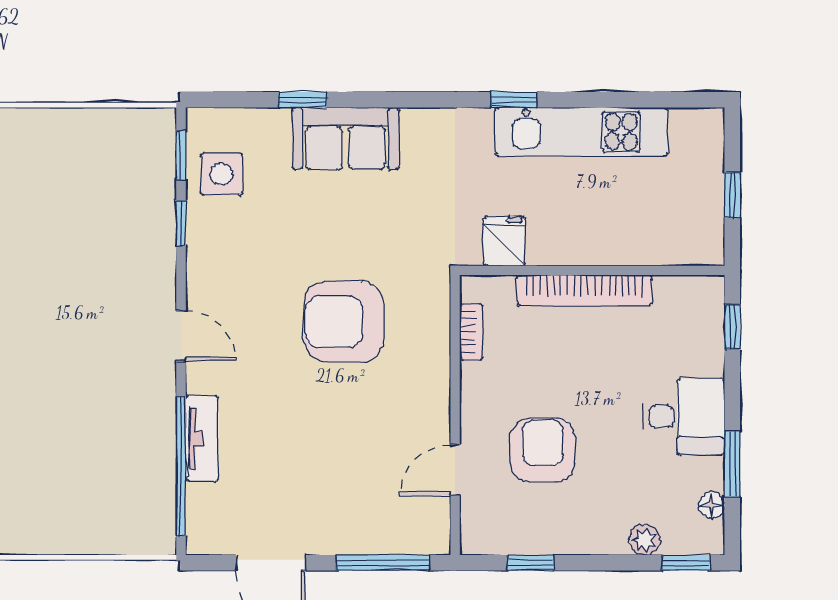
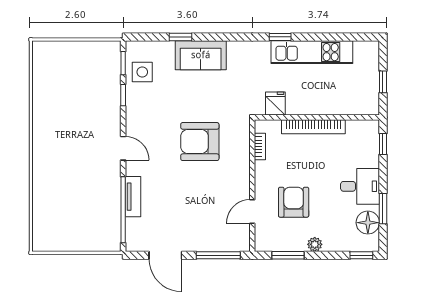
floor lamp: (712, 505) -> (368, 223), width x1.89, depth x1.89
plant: (645, 540) -> (315, 244), moved
window: (531, 563) -> (288, 255), width x1.50

